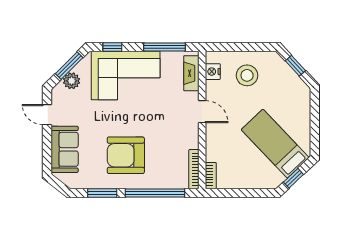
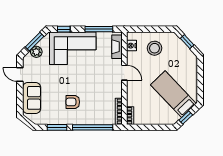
armchair: (126, 155) -> (73, 102), width x0.53, depth x0.53

